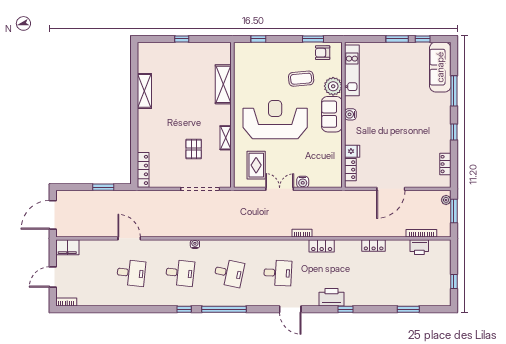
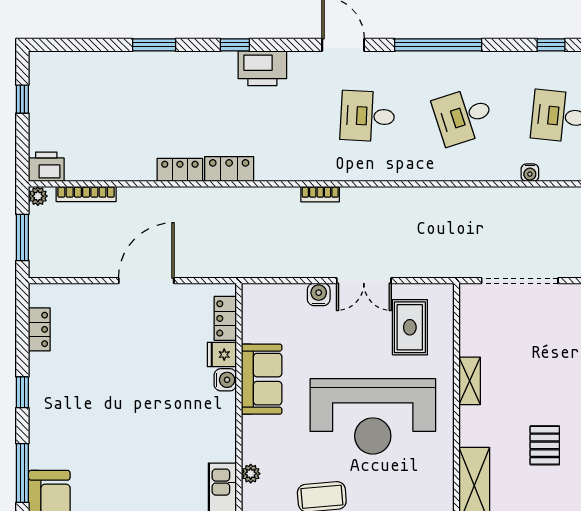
plant: (333, 86) -> (251, 474), width x0.53, depth x0.53
sofa: (332, 114) -> (262, 379), moved
water cooler: (350, 114) -> (225, 380), moved
pallet: (194, 149) -> (545, 445), moved
plant: (446, 200) -> (38, 196), moved
locker: (322, 246) -> (229, 169), moved
printer: (419, 247) -> (46, 167), moved
desk: (229, 273) -> (463, 116), turned -30
window: (224, 309) -> (438, 45), moved
window: (408, 309) -> (154, 45), moved

